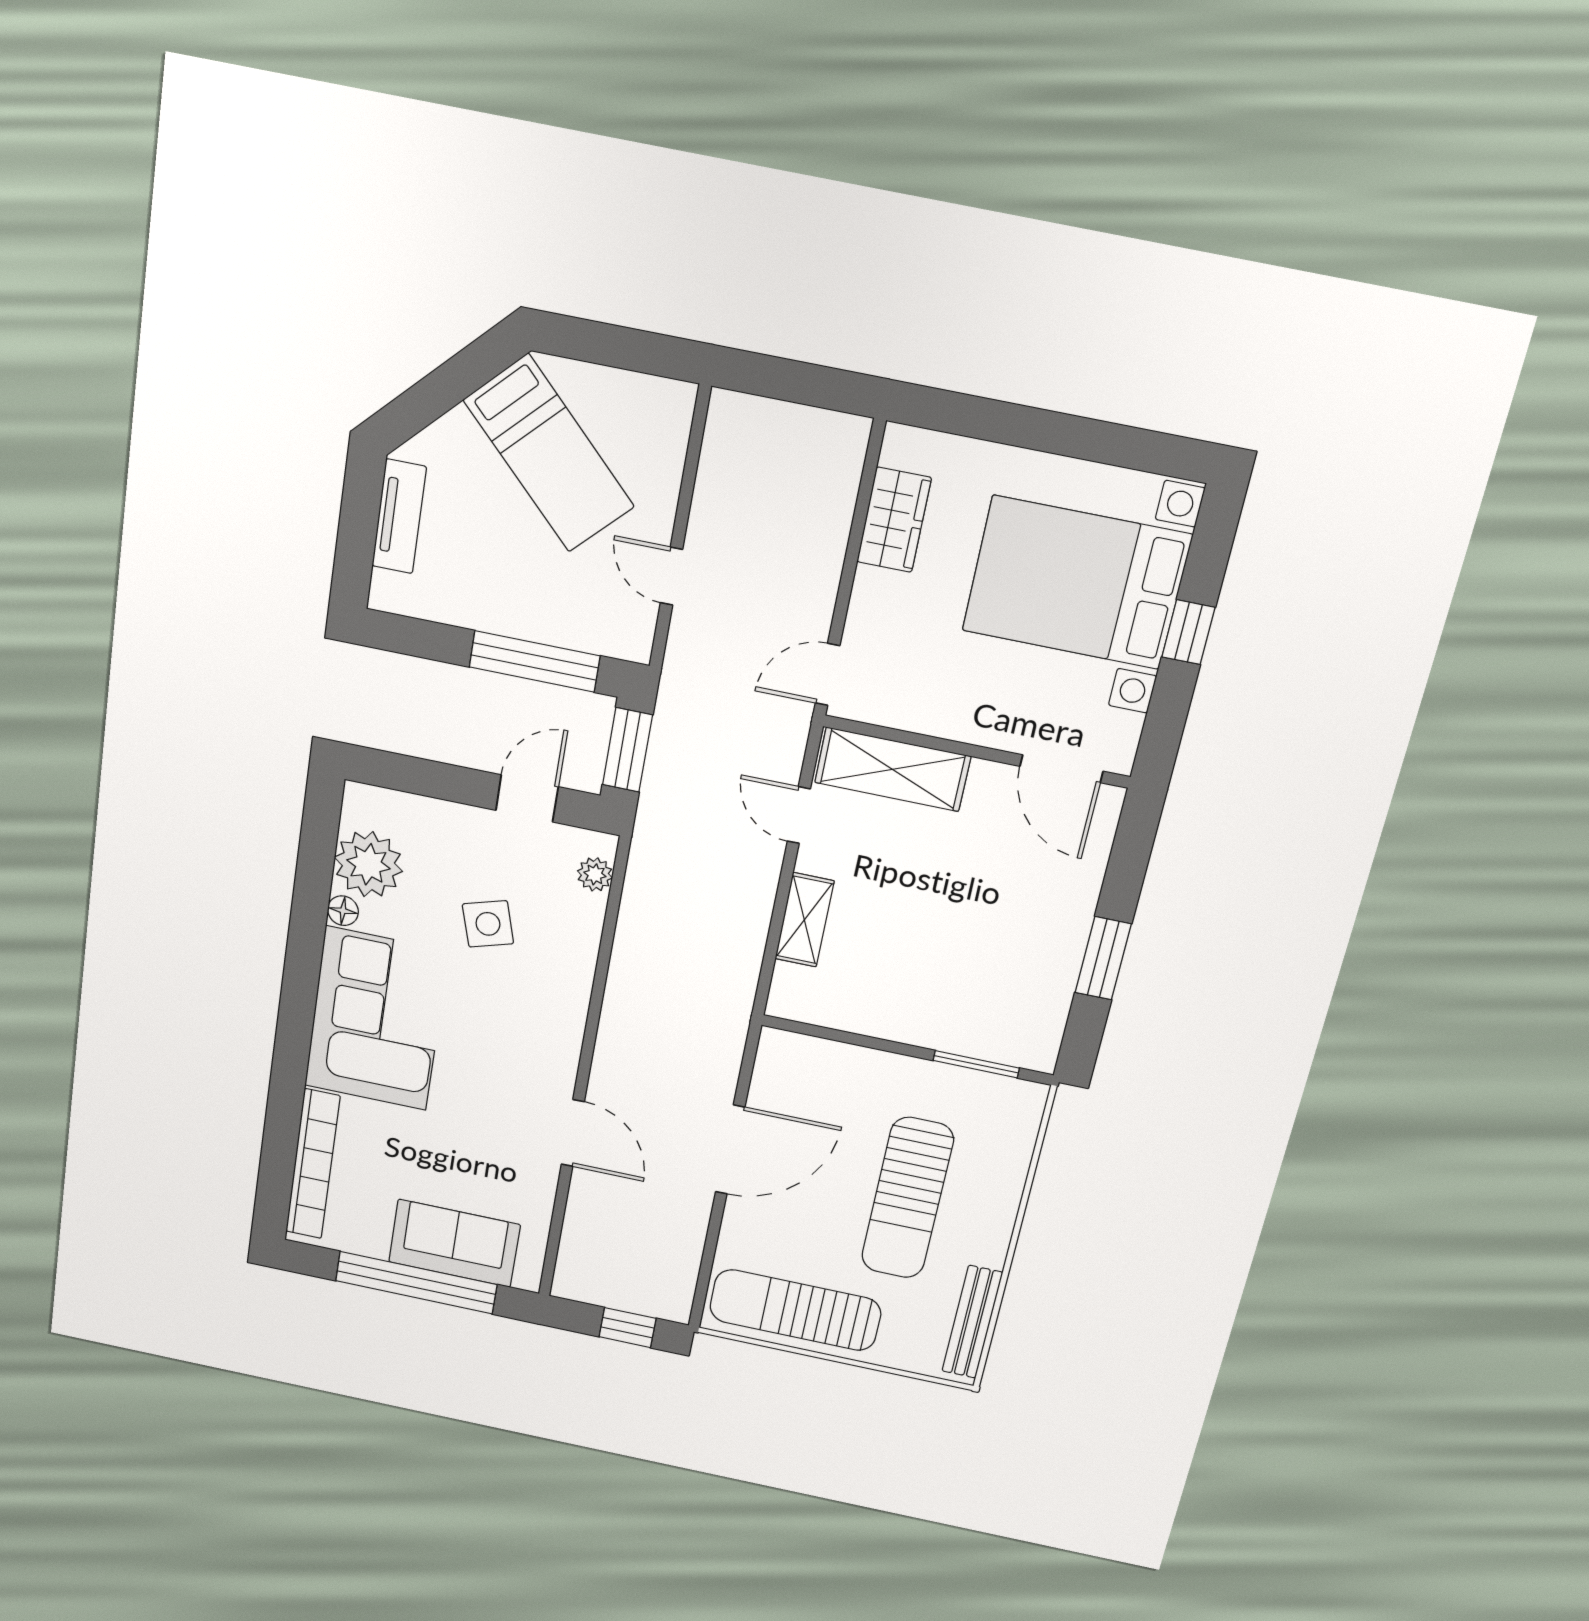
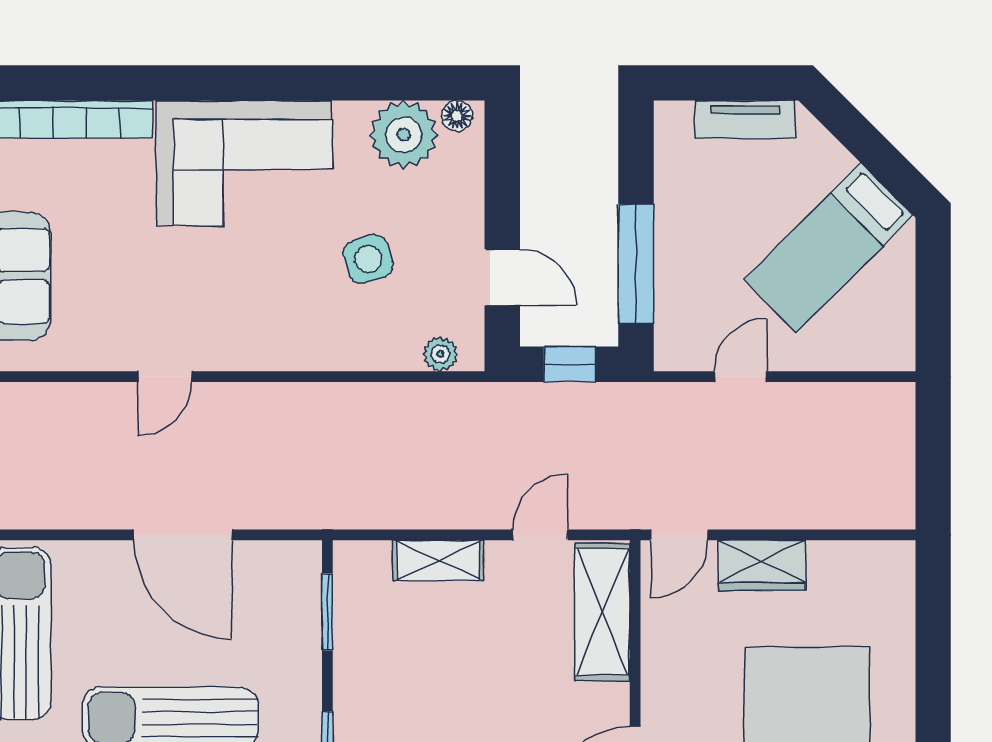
wardrobe: (894, 520) -> (762, 565), moved
door: (828, 674) -> (679, 535), swing flipped
window: (628, 750) -> (570, 364), width x0.67
floor lamp: (343, 911) -> (457, 116), moved
window: (834, 1035) -> (327, 612), added
door: (573, 1133) -> (165, 377), width x0.73

